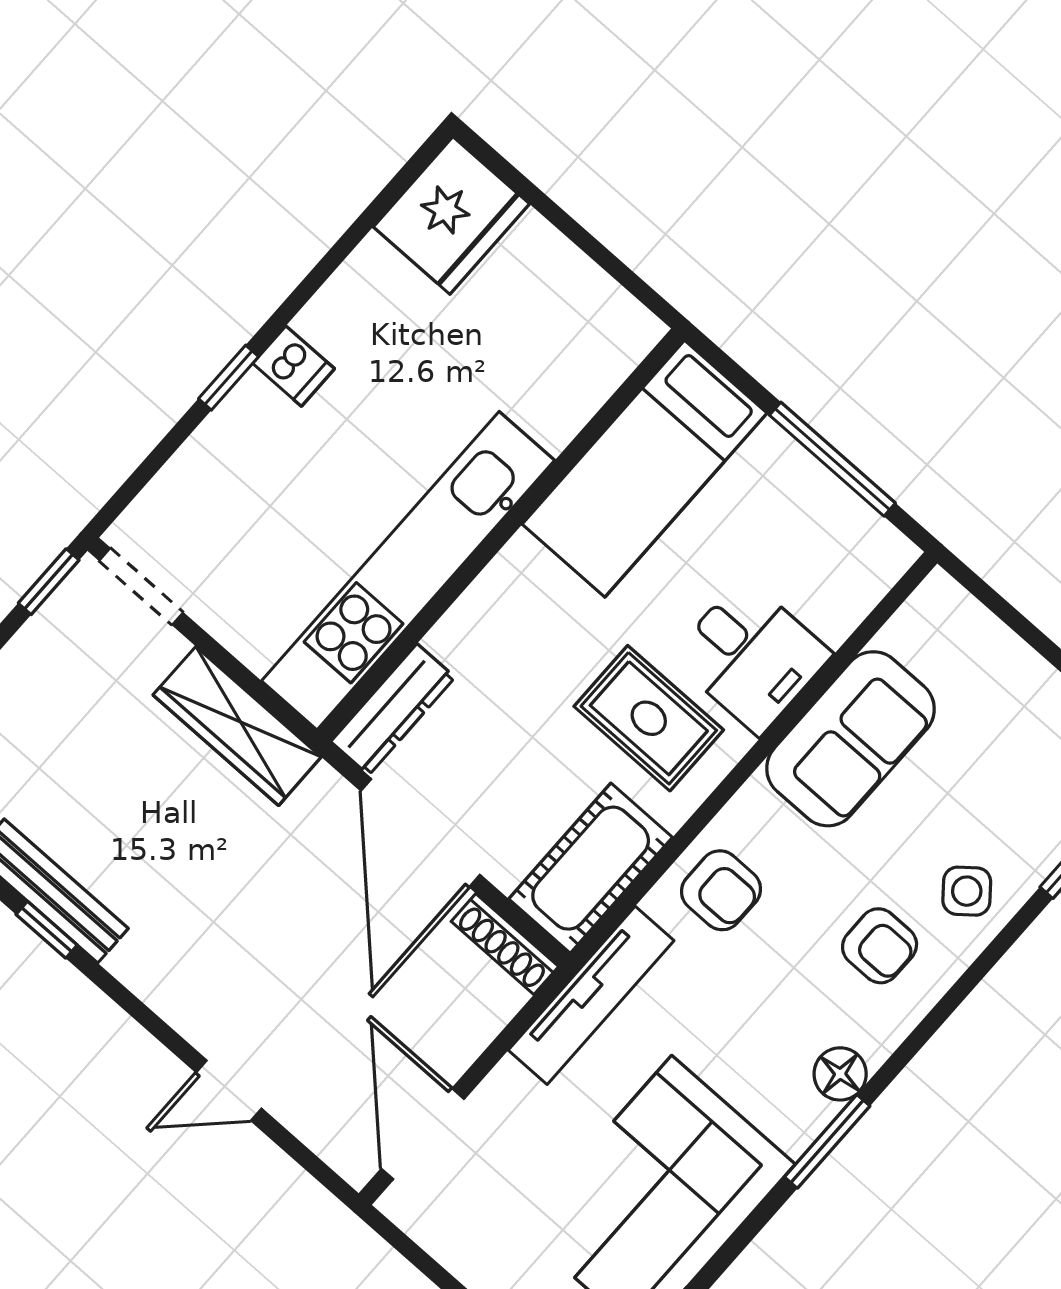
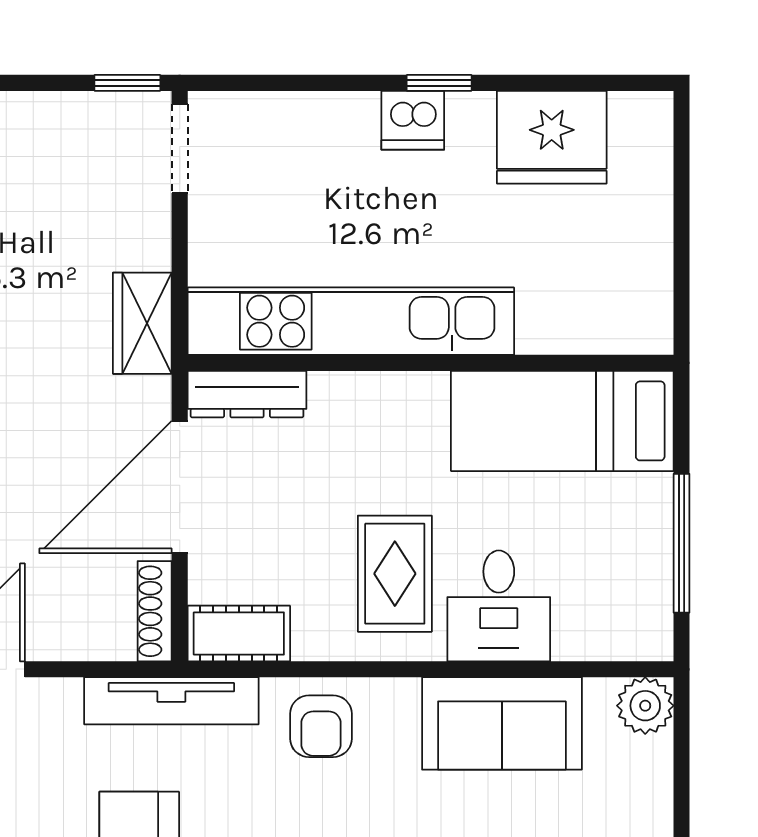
fridge: (451, 215) -> (552, 137), moved
dishwasher: (294, 366) -> (413, 120), width x1.38
window: (229, 378) -> (439, 83), moved
plant: (940, 607) -> (645, 706), added
wardrobe: (237, 726) -> (142, 323), width x0.67
cot: (591, 868) -> (239, 634), width x0.73, depth x0.75

